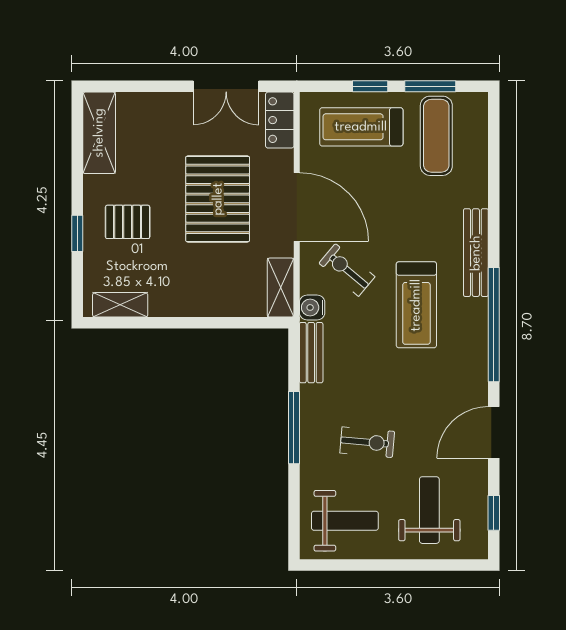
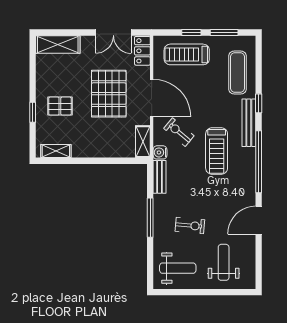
shelving: (99, 133) -> (58, 44), moved, turned 90
exercise mat: (436, 136) -> (237, 73), moved
window: (494, 513) -> (259, 103), moved

